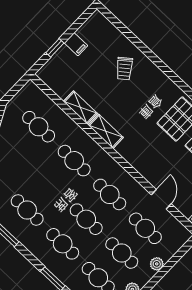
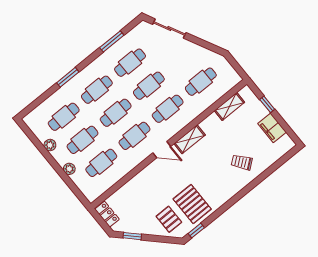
filing cabinet: (76, 44) -> (272, 128), width x2.00
shelving: (80, 107) -> (229, 106), moved
cafe table: (51, 185) -> (149, 86), added
door: (161, 199) -> (162, 150), moved

